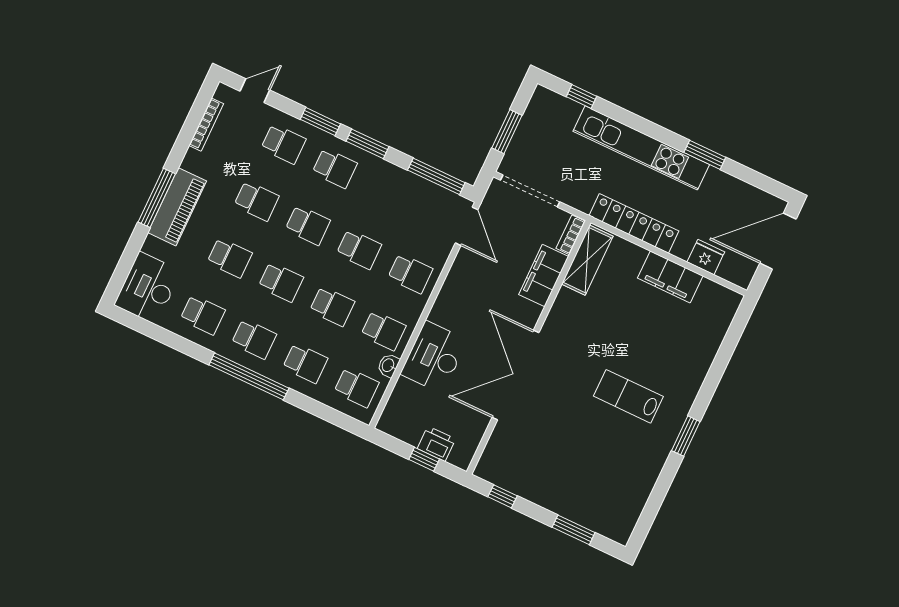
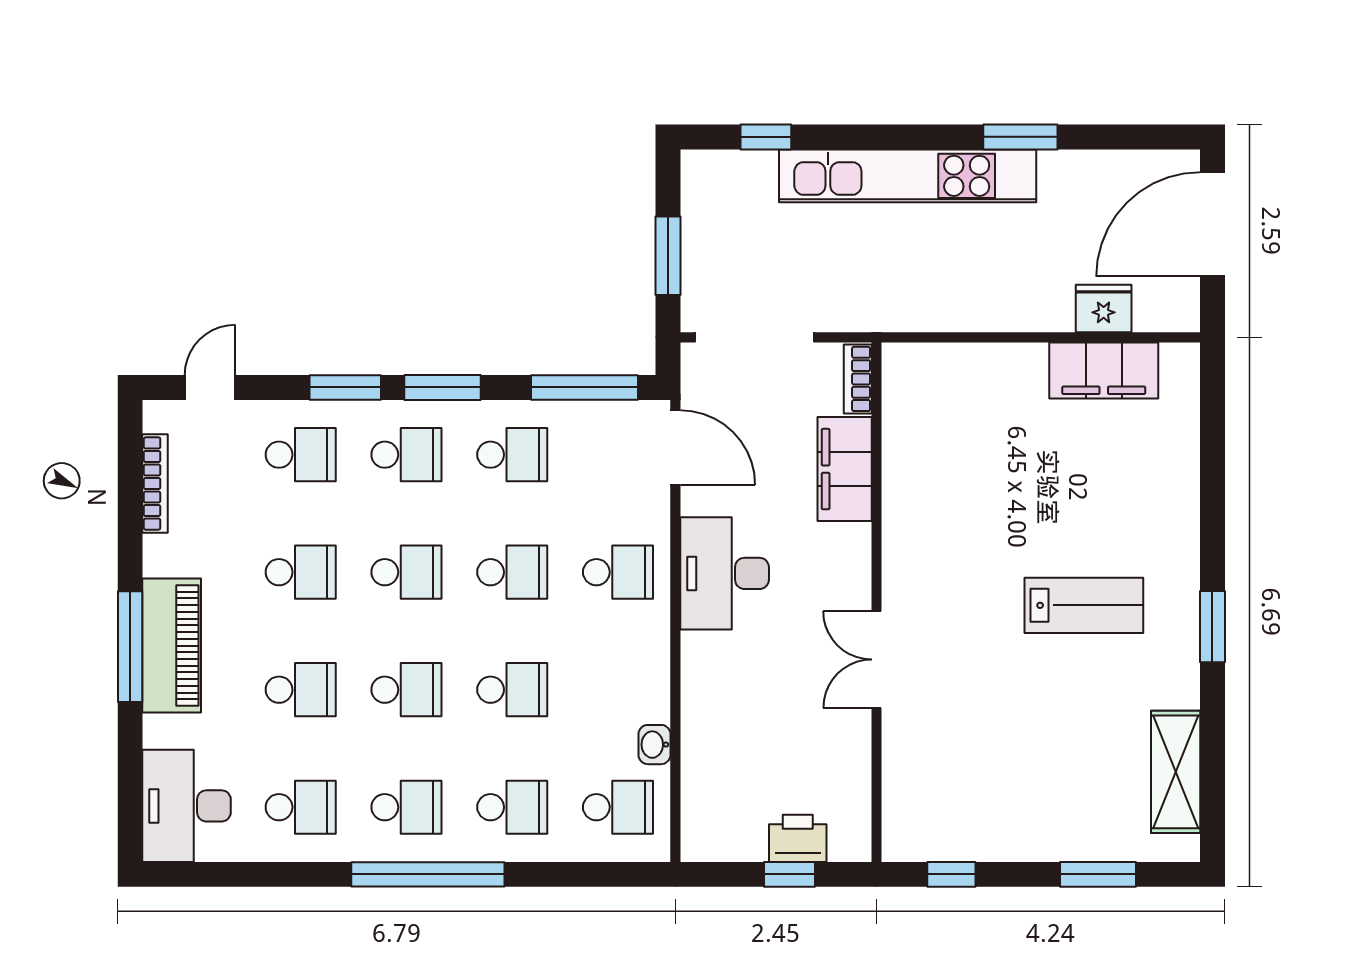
locker: (634, 223) -> (955, 309), removed
shelving: (587, 260) -> (1176, 772), moved
filing cabinet: (670, 277) -> (1104, 370), moved
school desk: (383, 330) -> (512, 455), moved
desk: (434, 357) -> (725, 573), moved
double door: (515, 375) -> (877, 660), width x0.54
lab bench: (628, 396) -> (1084, 605), turned 180

